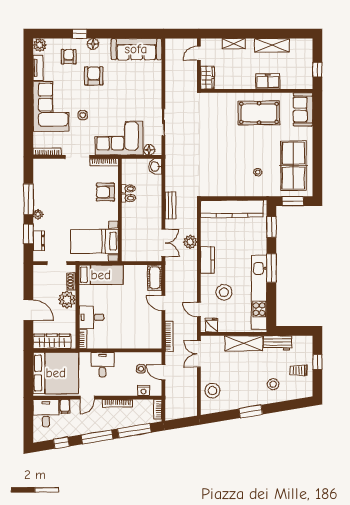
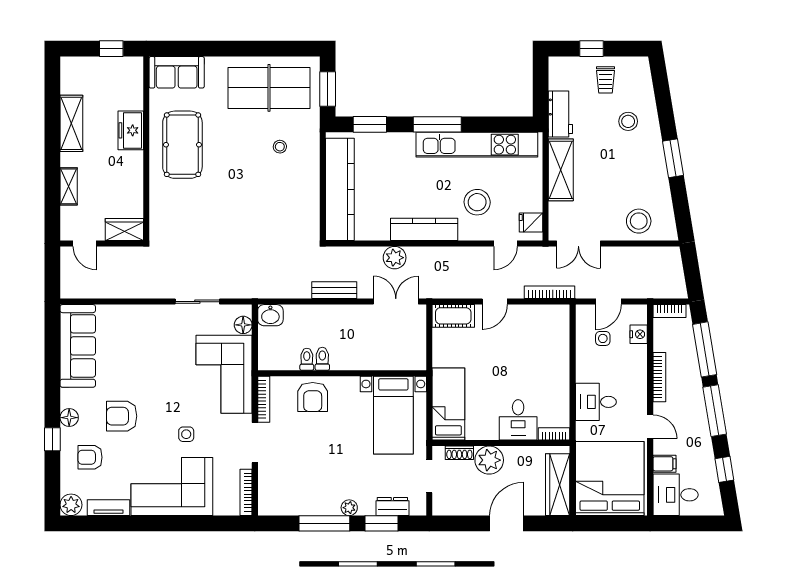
kitchen counter: (207, 260) -> (424, 229), width x1.50

